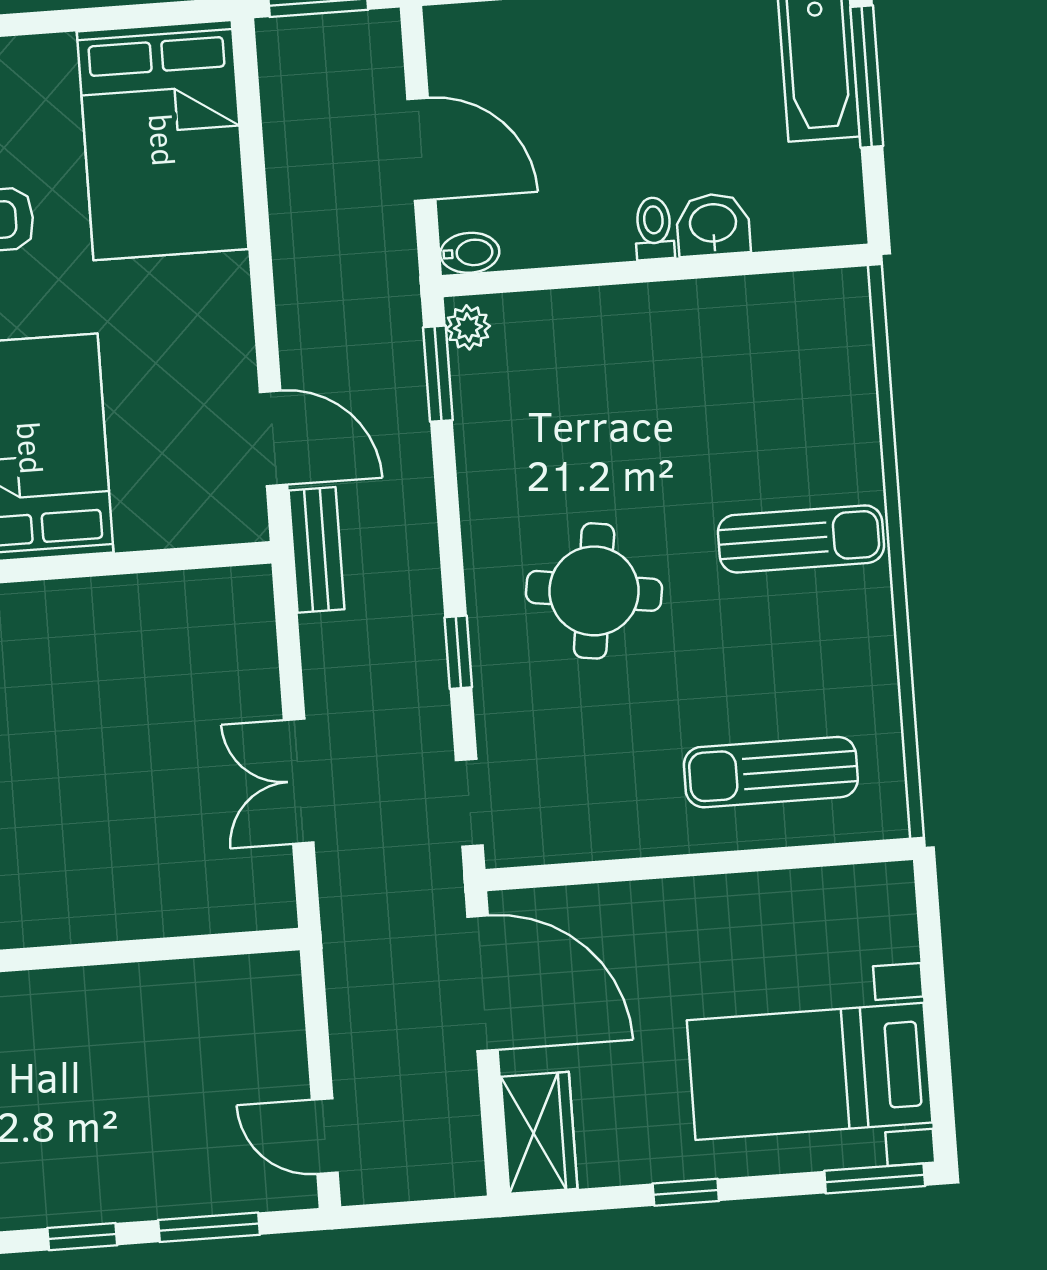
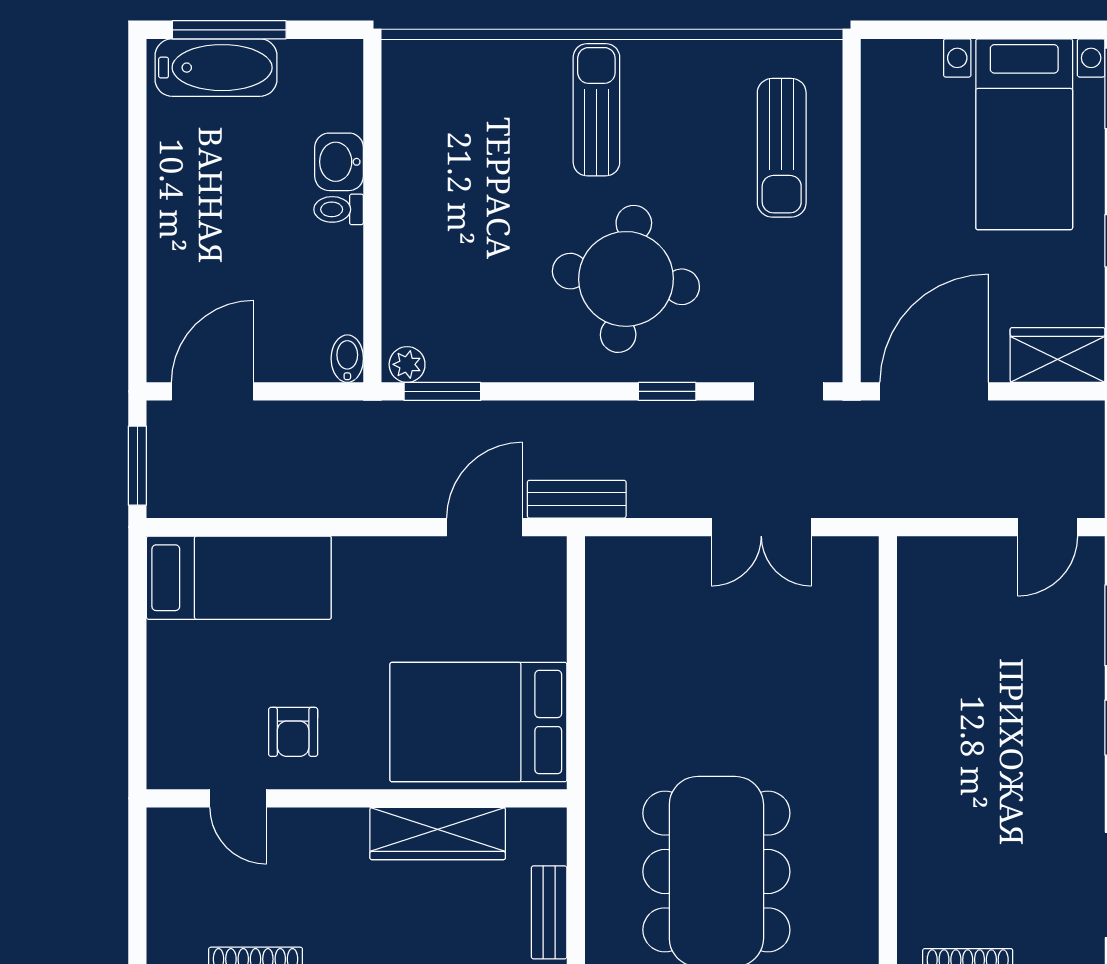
bed: (163, 140) -> (239, 578), width x0.67
door: (421, 149) -> (212, 391), moved
round table: (594, 591) -> (626, 279), width x1.36, depth x1.36

